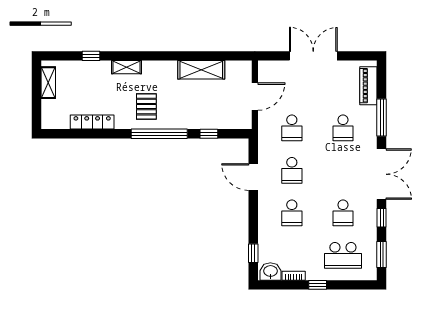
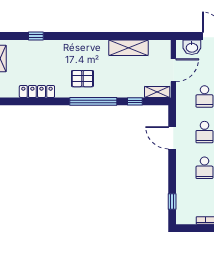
shelving: (127, 67) -> (157, 92), moved
pallet: (146, 107) -> (82, 79), turned 90
washbasin: (270, 271) -> (192, 47), moved, turned 180

